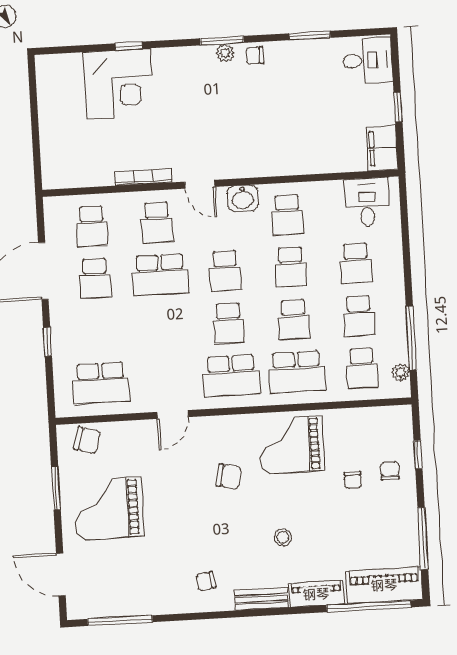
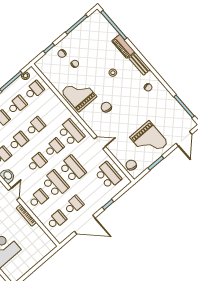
school desk: (297, 372) -> (72, 169), moved
grand piano: (291, 445) -> (79, 94), turned 180
piano: (384, 585) -> (103, 25), removed

